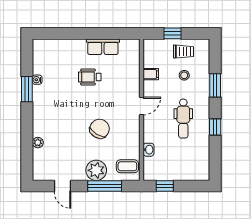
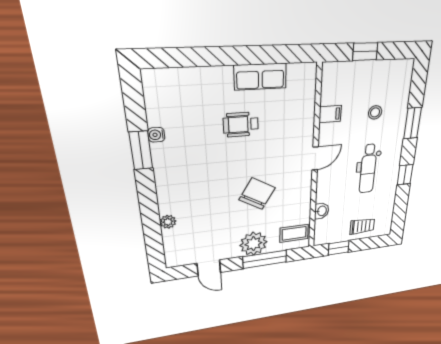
trolley: (184, 52) -> (362, 226), moved

